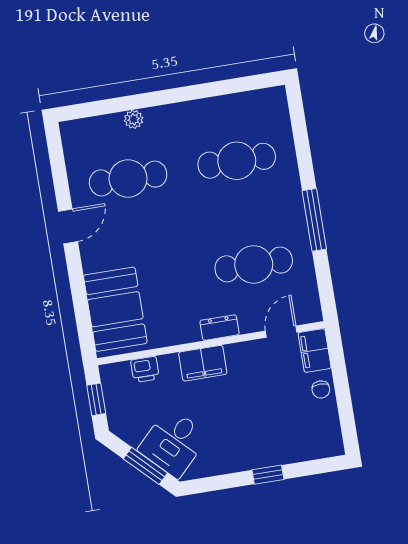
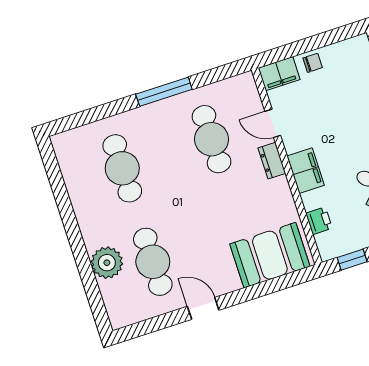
plant: (134, 119) -> (107, 263), width x1.88, depth x1.88
door: (281, 332) -> (273, 123), moved

